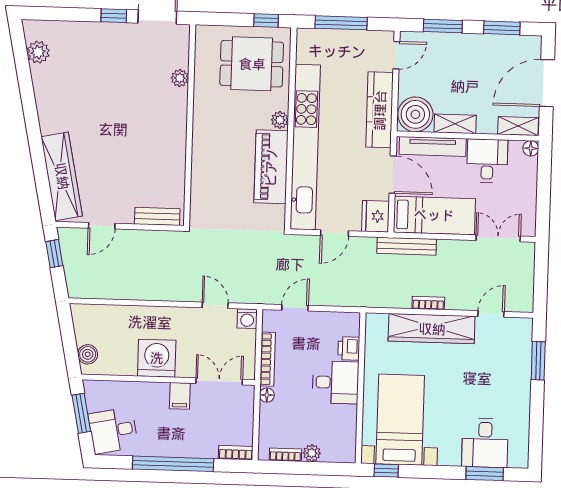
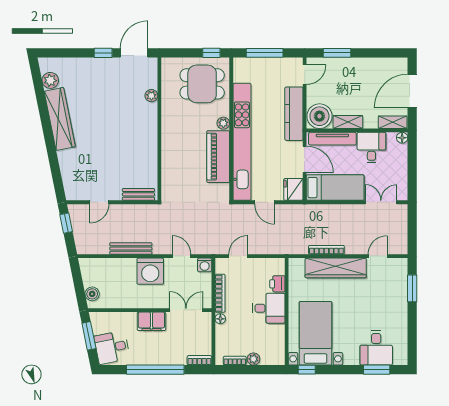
window: (502, 28) -> (379, 53), removed
wardrobe: (62, 176) -> (60, 119), moved
door: (334, 233) -> (265, 202), hinge flipped
bench: (407, 246) -> (131, 249), moved
bookcase: (428, 303) -> (326, 250), width x1.56
washing machine: (157, 358) -> (150, 271), moved, turned 180
filing cabinet: (180, 396) -> (151, 321), width x2.00

